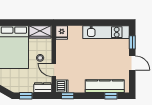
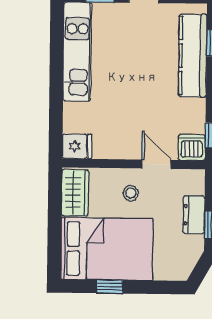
door: (54, 70) -> (156, 164), swing flipped
dresser: (43, 88) -> (194, 215), moved

